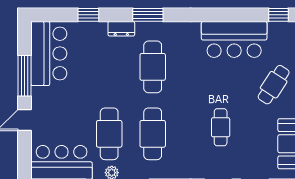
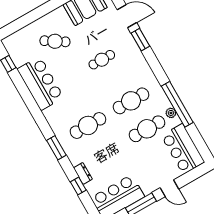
dresser: (121, 29) -> (83, 173), moved

